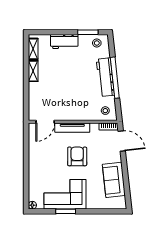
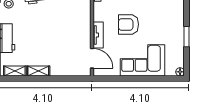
tv unit: (72, 128) -> (98, 35), width x0.71
corner sofa: (65, 194) -> (143, 60), moved, turned 90

